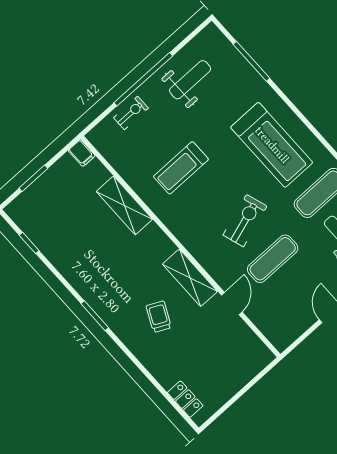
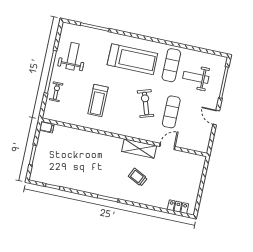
shelving: (124, 205) -> (84, 137), removed
door: (232, 303) -> (167, 147), hinge flipped

